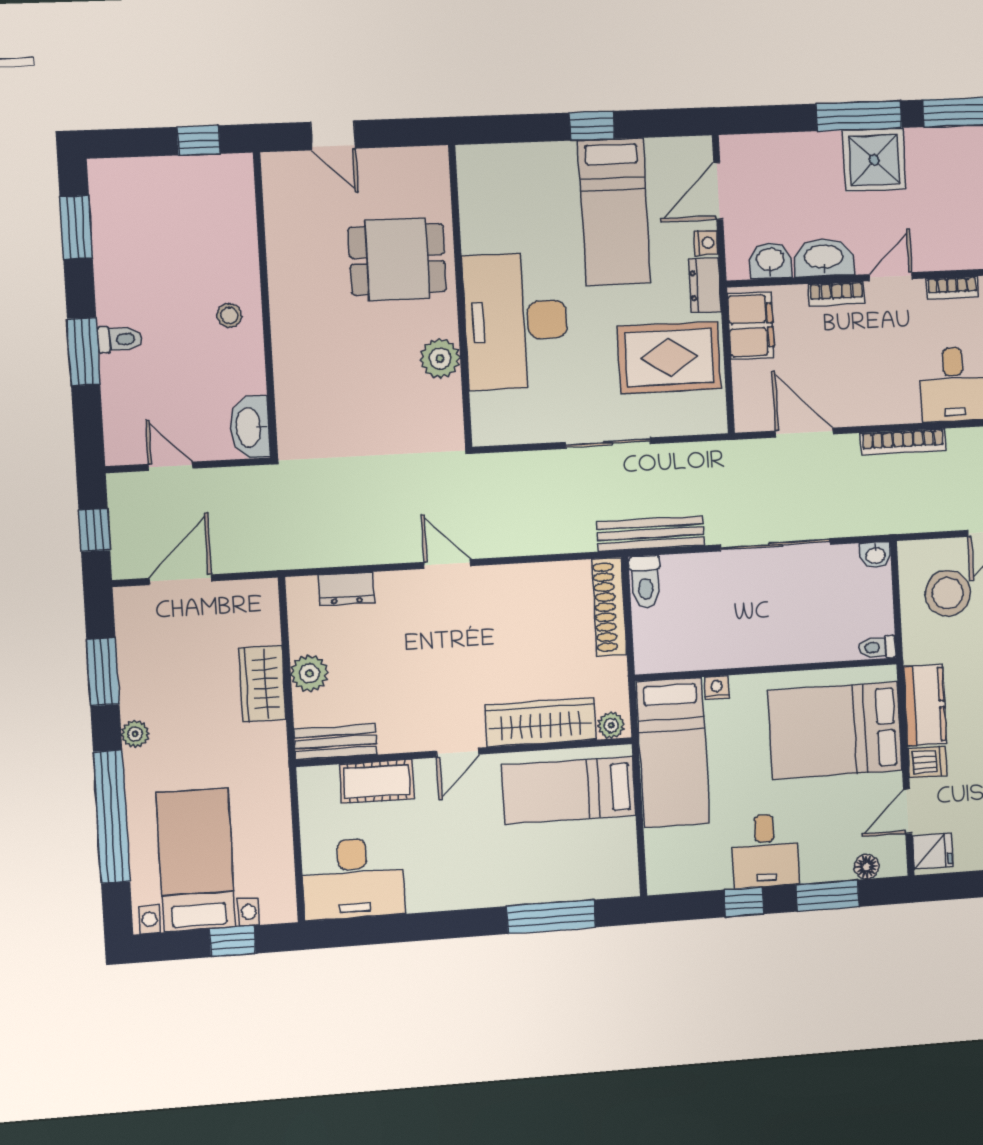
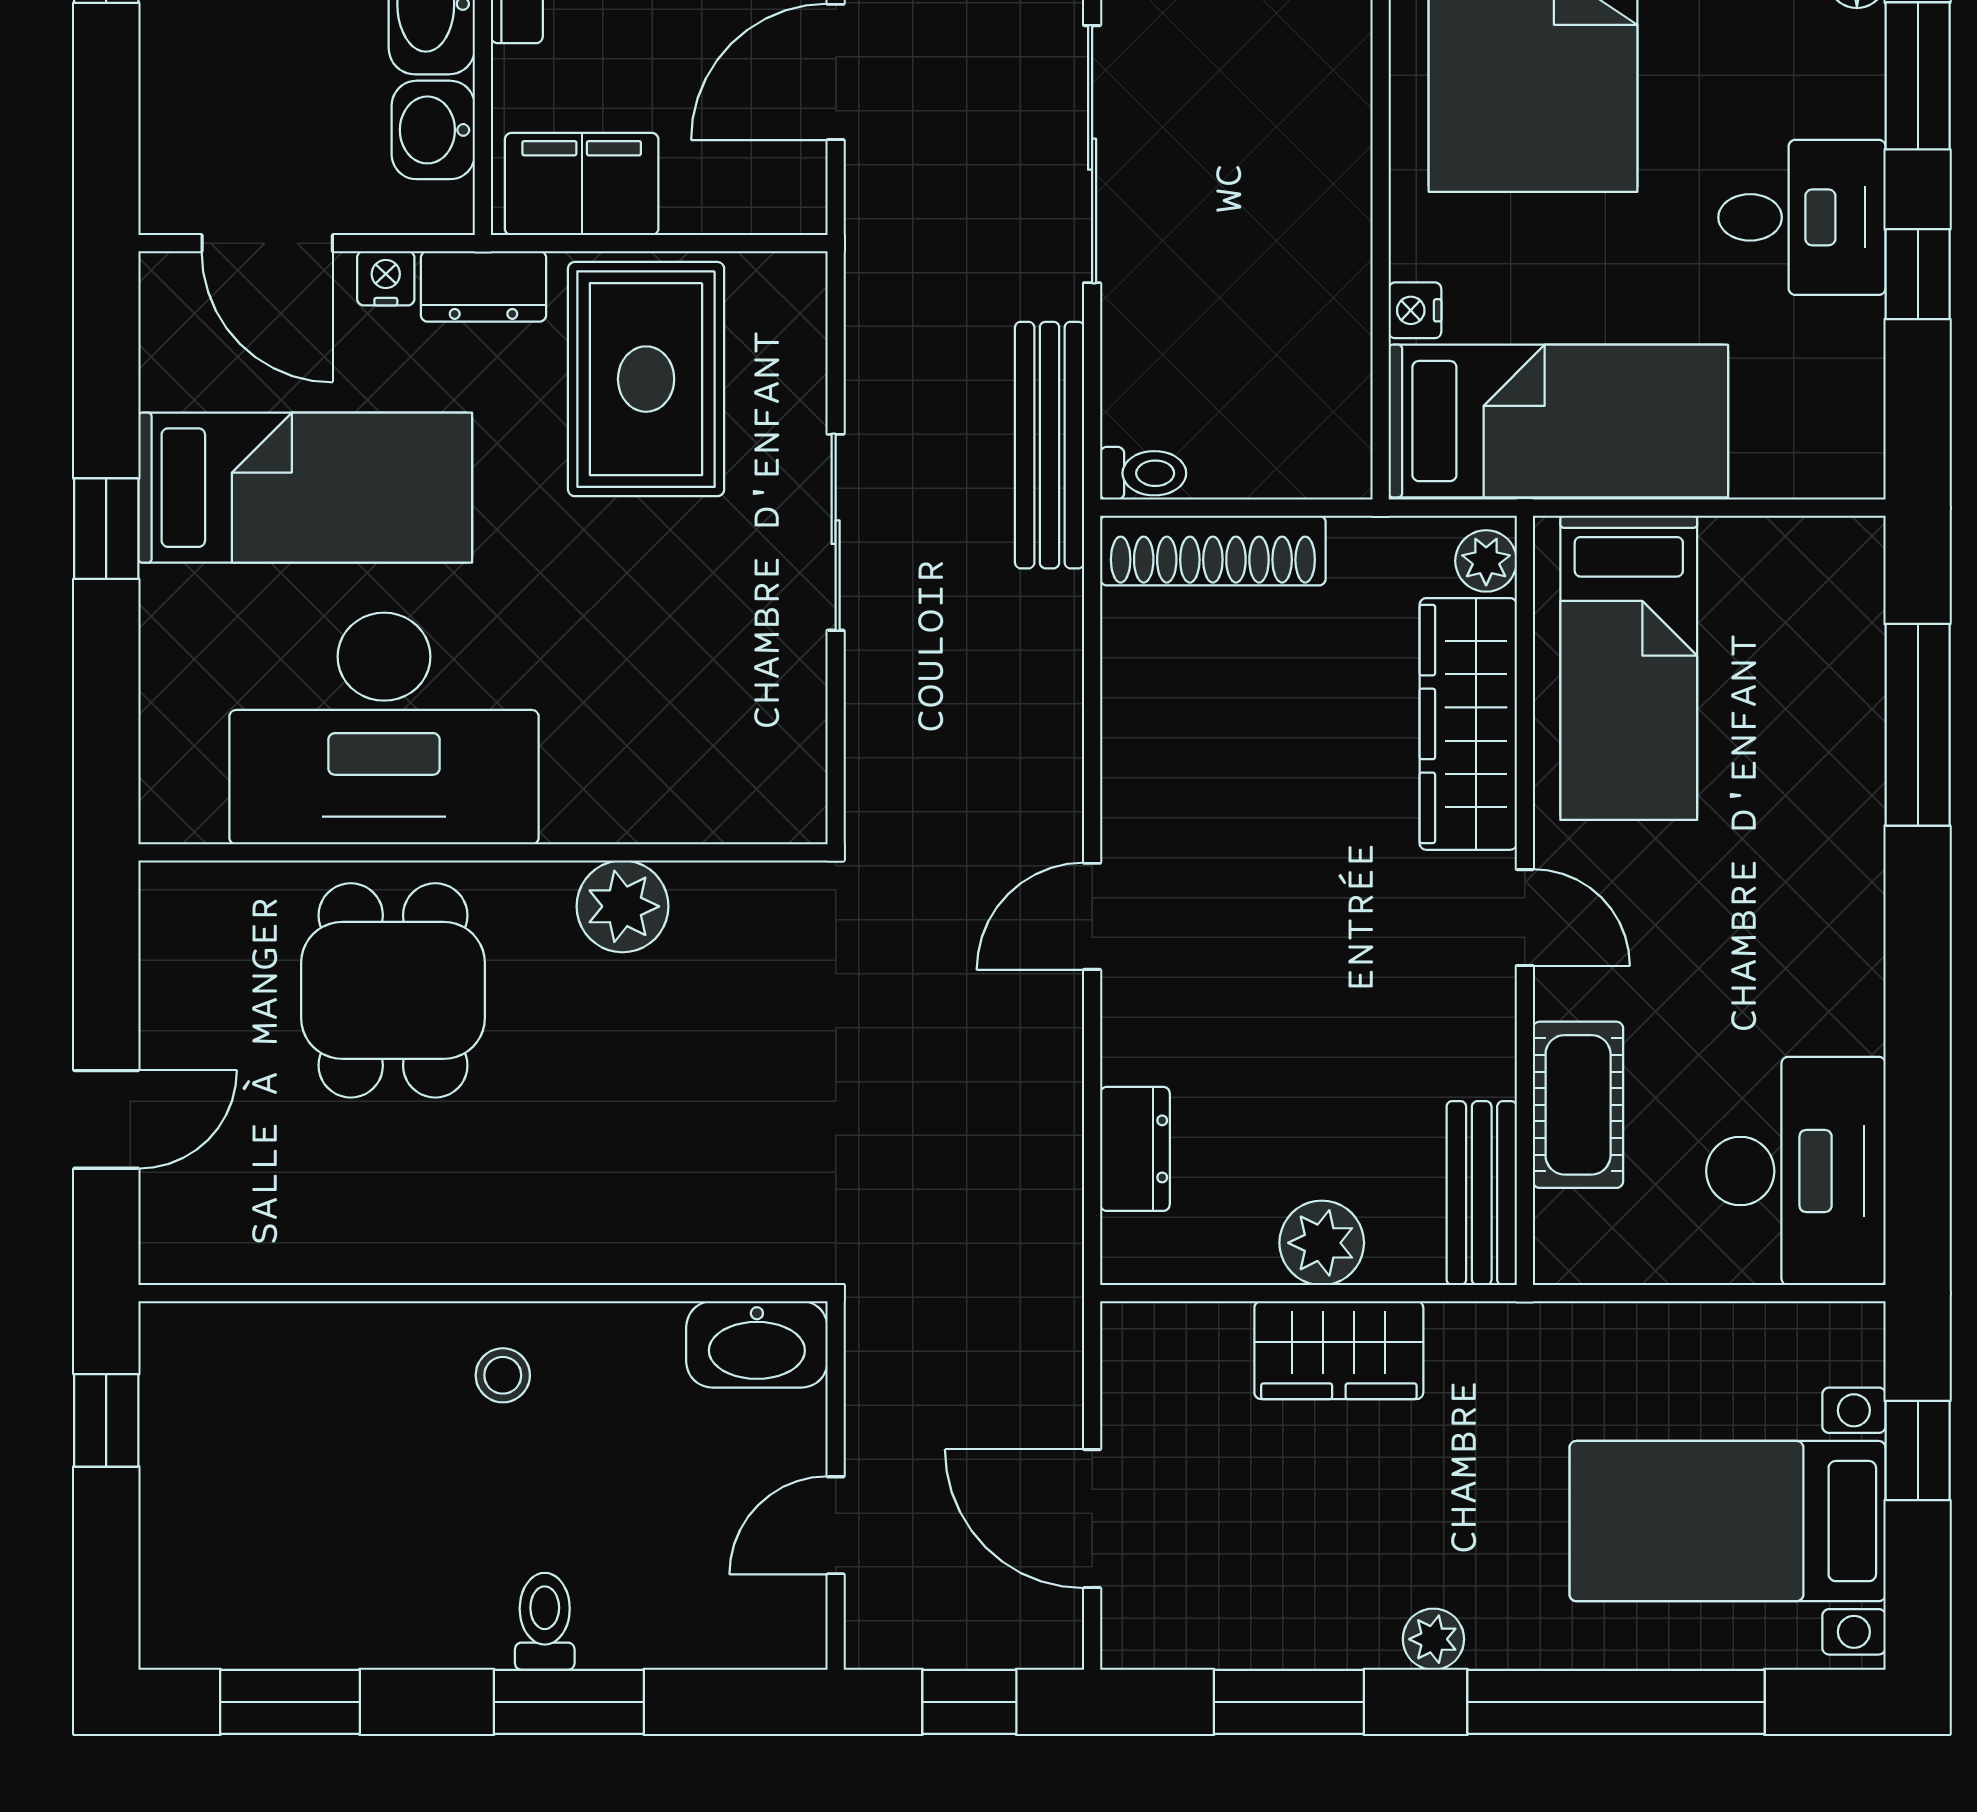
desk: (516, 321) -> (384, 728), moved
toilet: (645, 582) -> (1143, 473), width x0.73, depth x0.72

